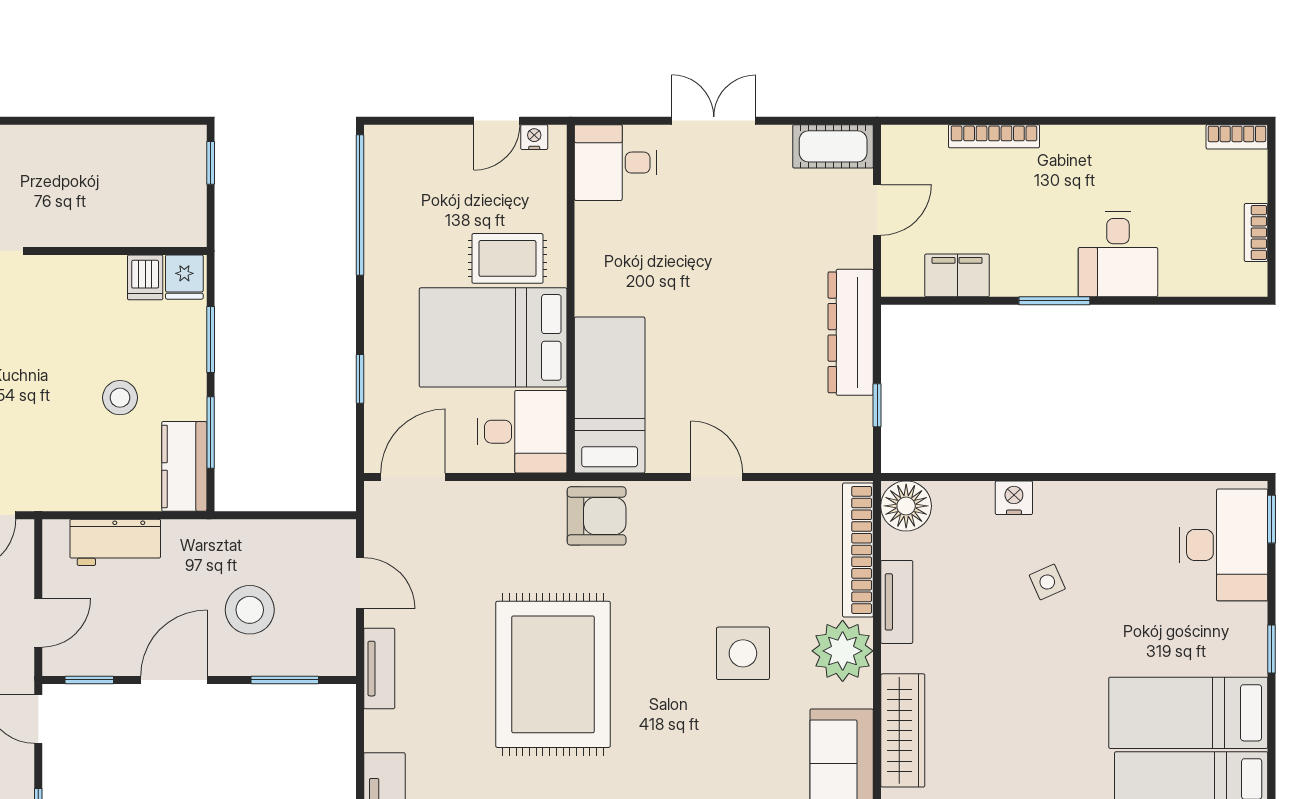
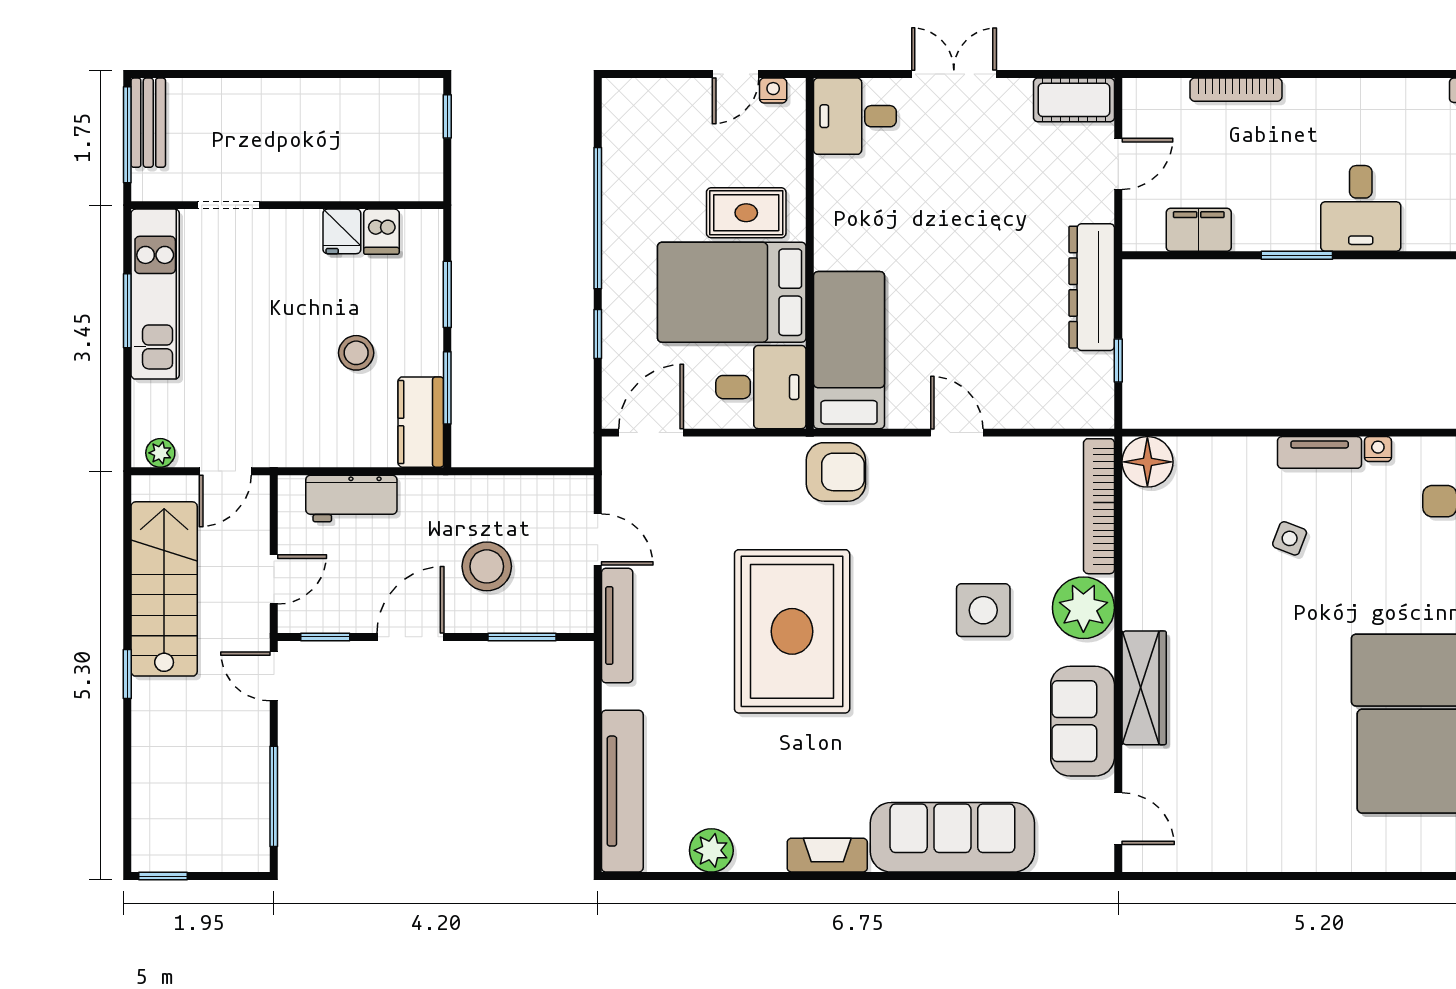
window: (360, 205) -> (598, 218), moved
fridge: (184, 277) -> (342, 231), moved
nightstand: (1014, 498) -> (1378, 449), moved, width x0.72, depth x0.74
side table: (1047, 582) -> (1290, 538), turned 45
tv unit: (897, 602) -> (1320, 452), moved, turned 90
tv unit: (379, 669) -> (617, 626), width x1.41

